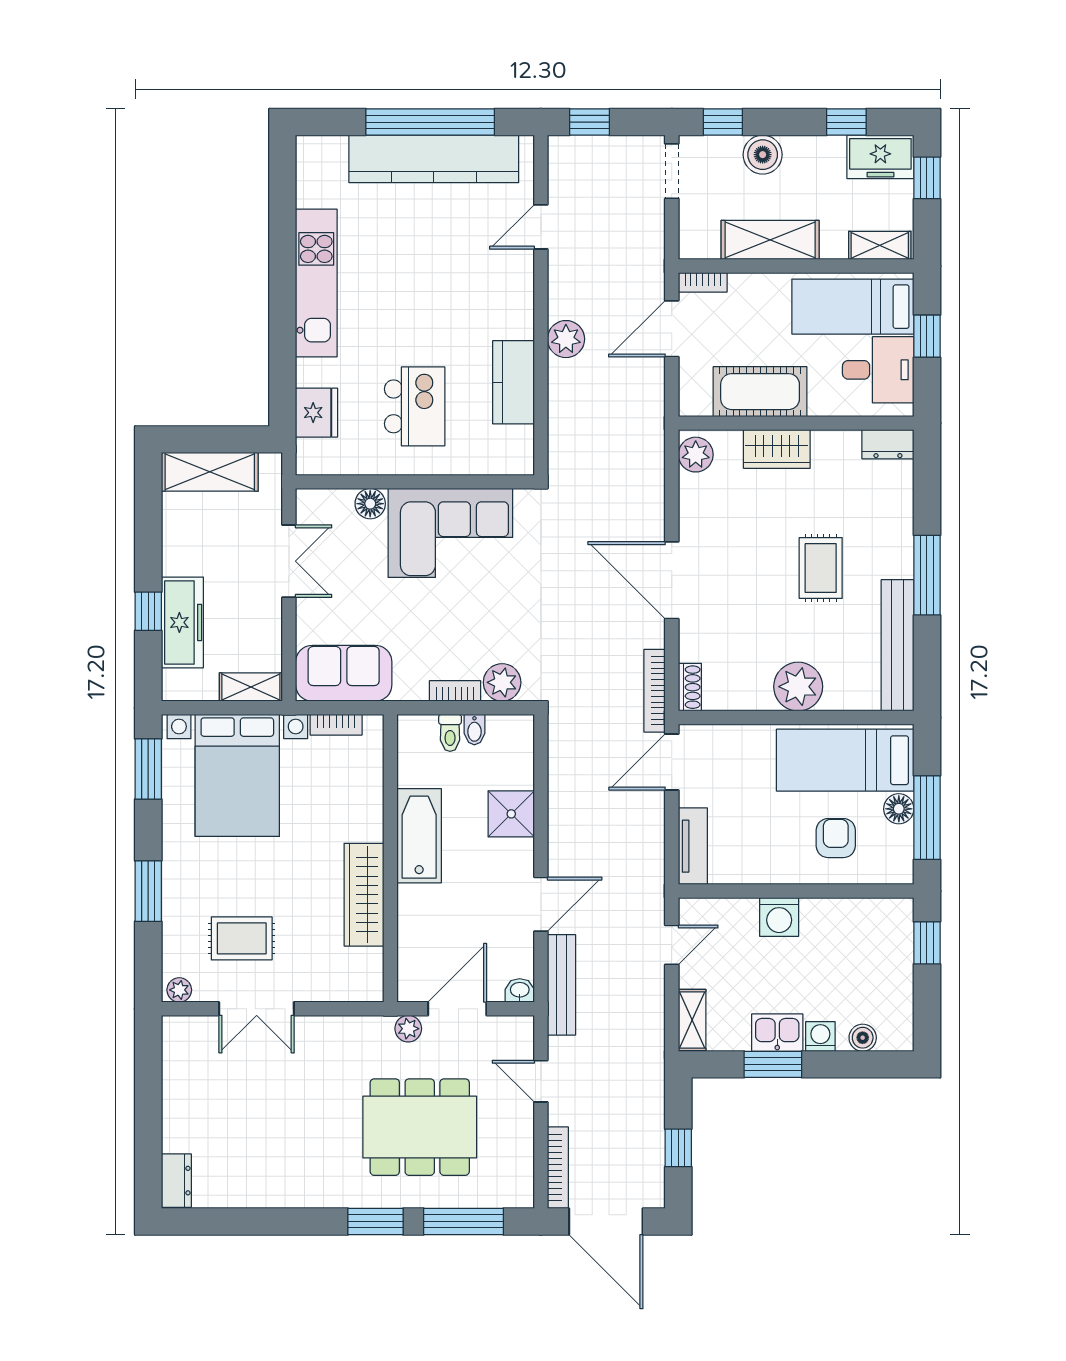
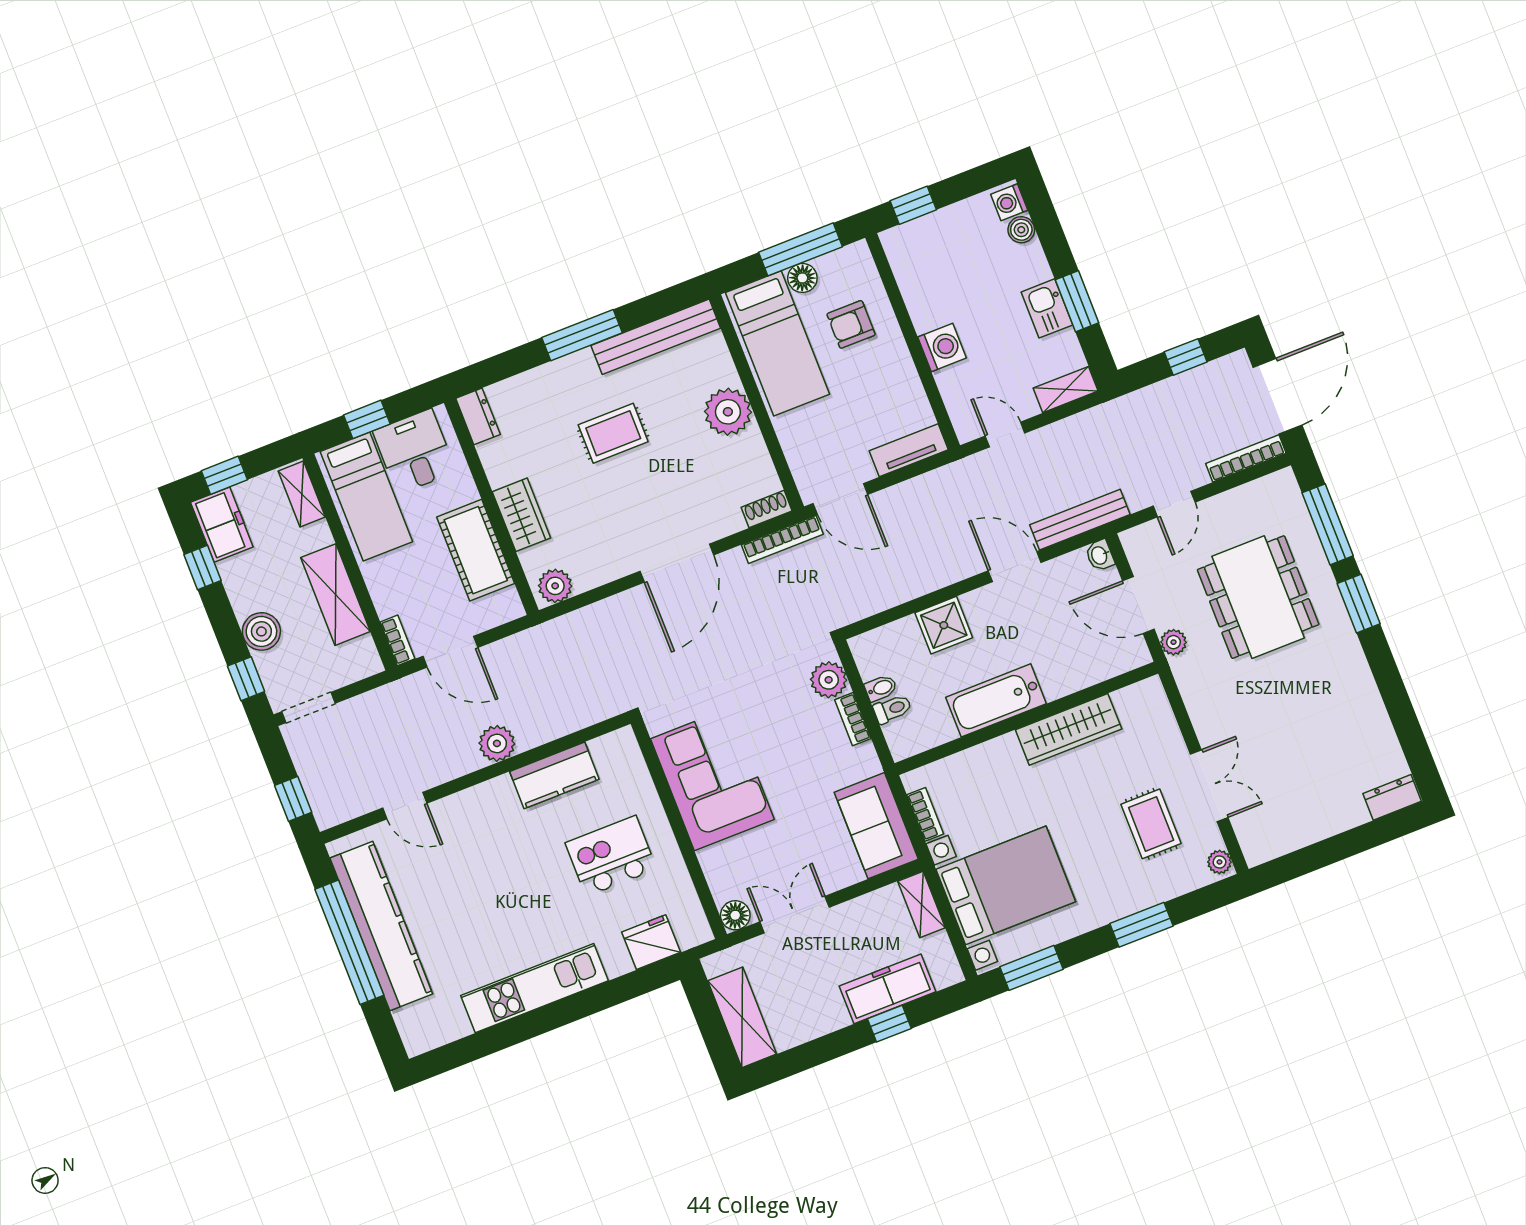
floor lamp: (370, 504) -> (735, 915), moved
washing machine: (820, 1037) -> (1009, 202), moved

